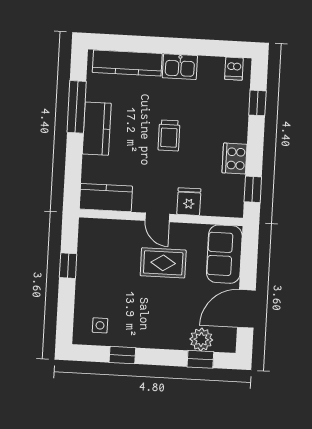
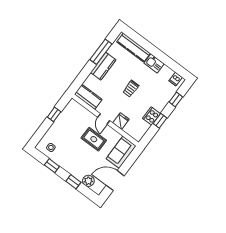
window: (253, 189) -> (160, 121), moved
window: (200, 359) -> (73, 182), moved

